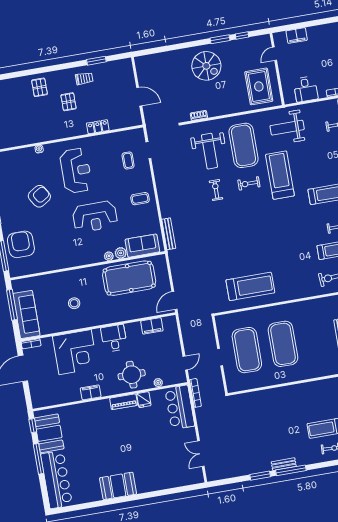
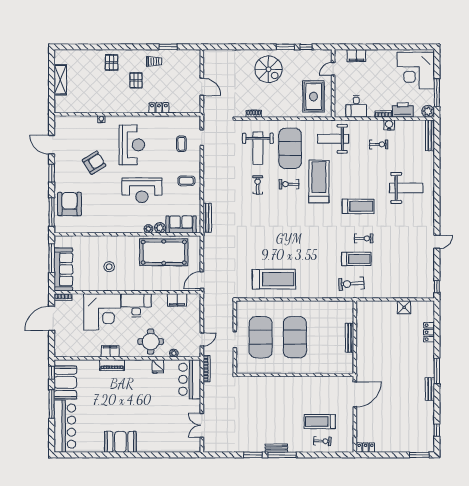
desk: (114, 338) -> (136, 305), width x1.37
piano: (124, 402) -> (112, 365), moved

